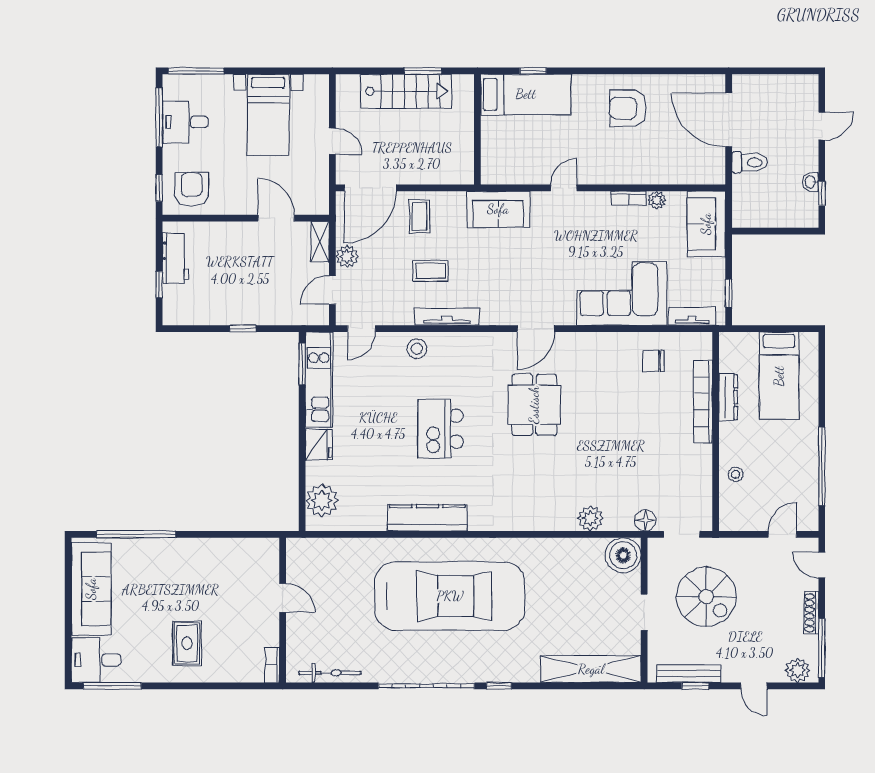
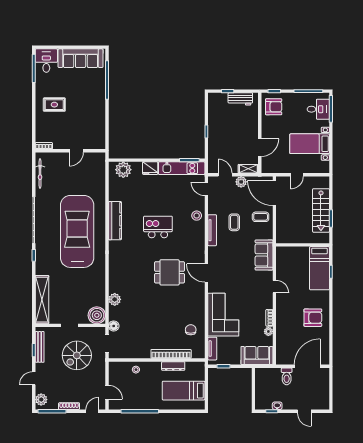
armchair: (628, 108) -> (313, 318), turned 90
desk: (185, 122) -> (318, 109), moved, turned 90
car: (450, 596) -> (77, 231), turned 180

